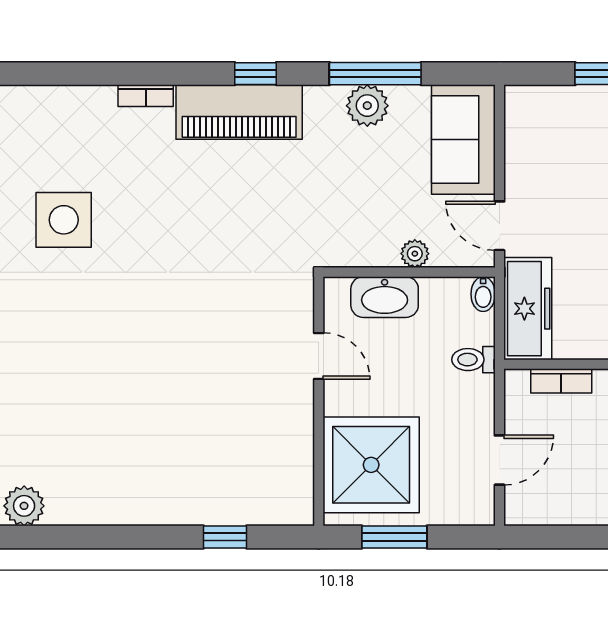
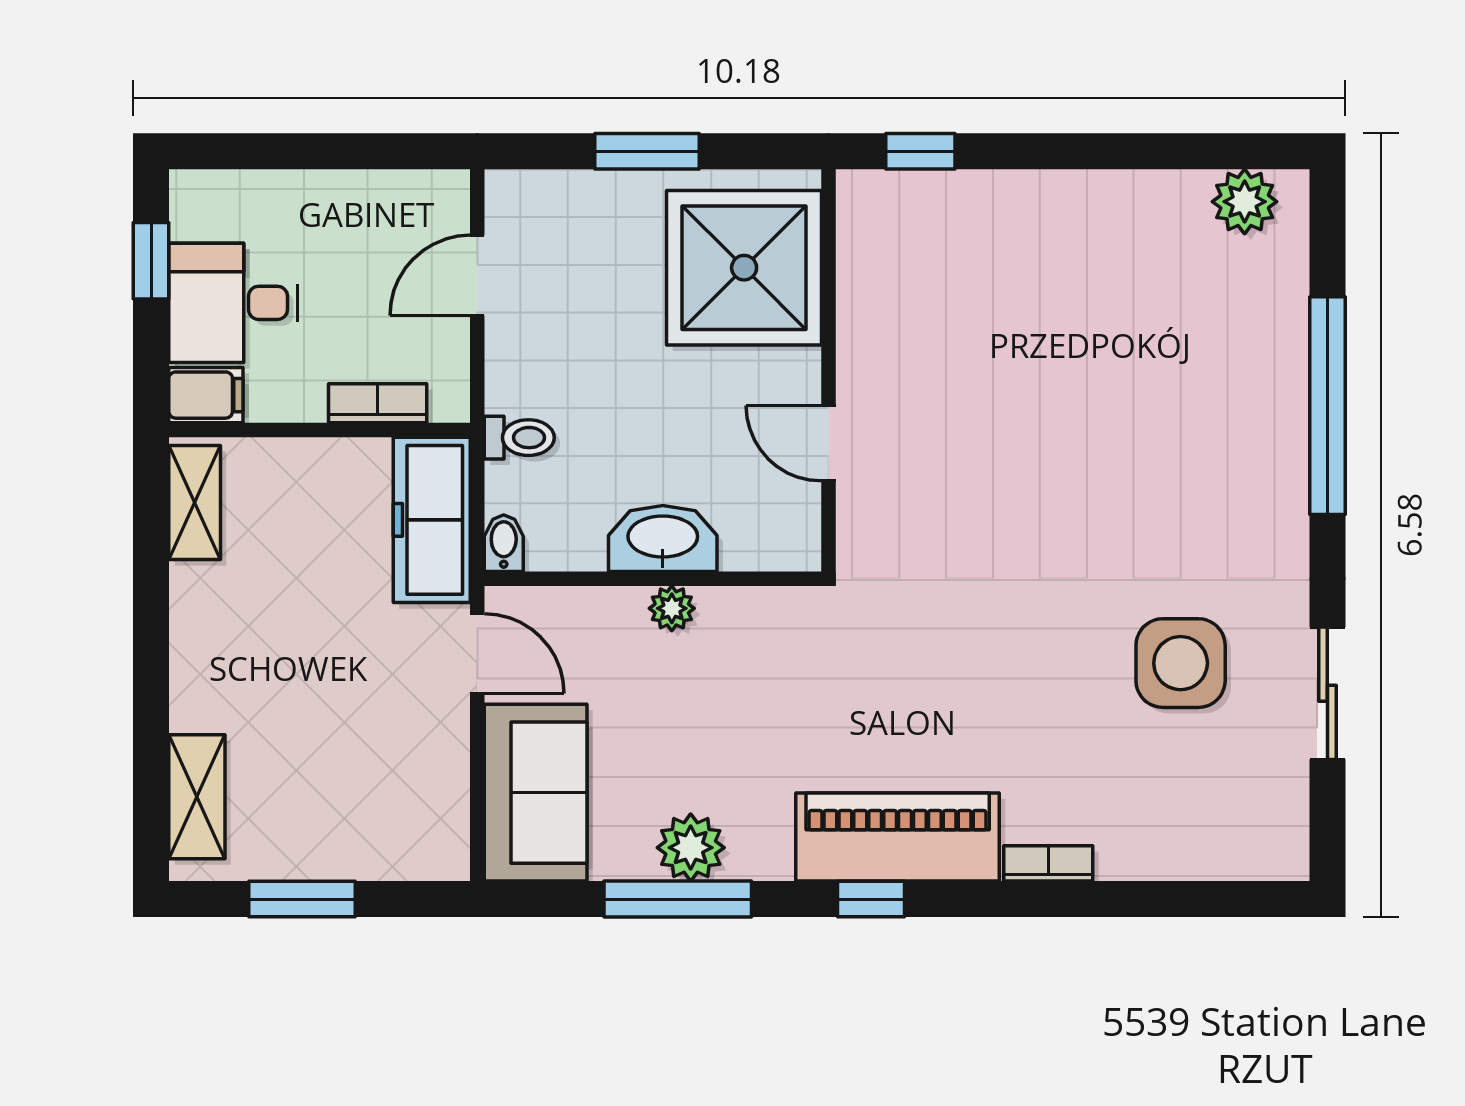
plant: (415, 254) -> (672, 608), moved
door: (319, 356) -> (829, 443), moved
wall: (319, 401) -> (829, 370), moved
shower: (371, 465) -> (744, 268), moved

